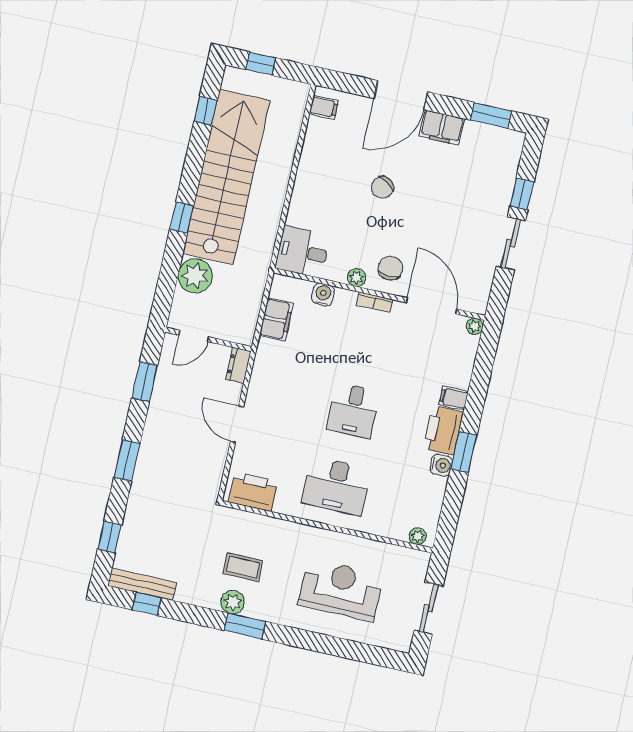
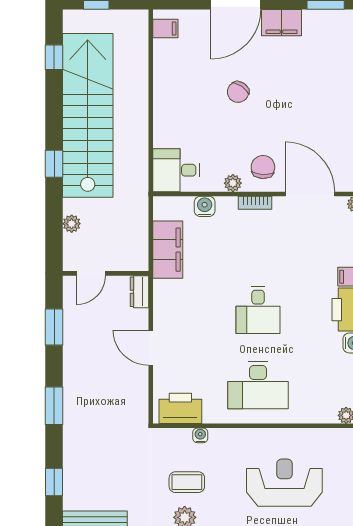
plant: (195, 276) -> (72, 224), width x0.53, depth x0.53
filing cabinet: (276, 319) -> (168, 250), width x1.50, depth x1.17
water cooler: (267, 523) -> (200, 435), added

